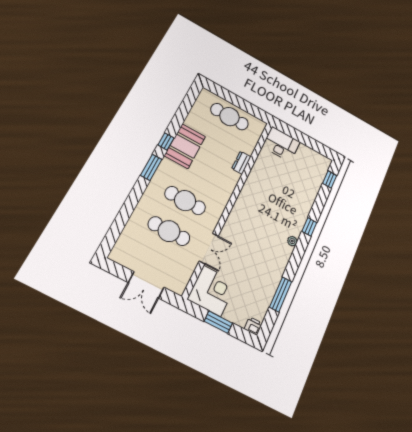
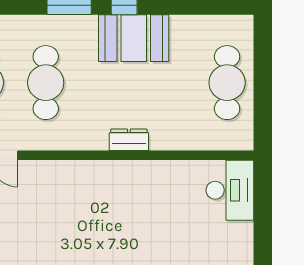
dresser: (241, 163) -> (129, 140), moved

